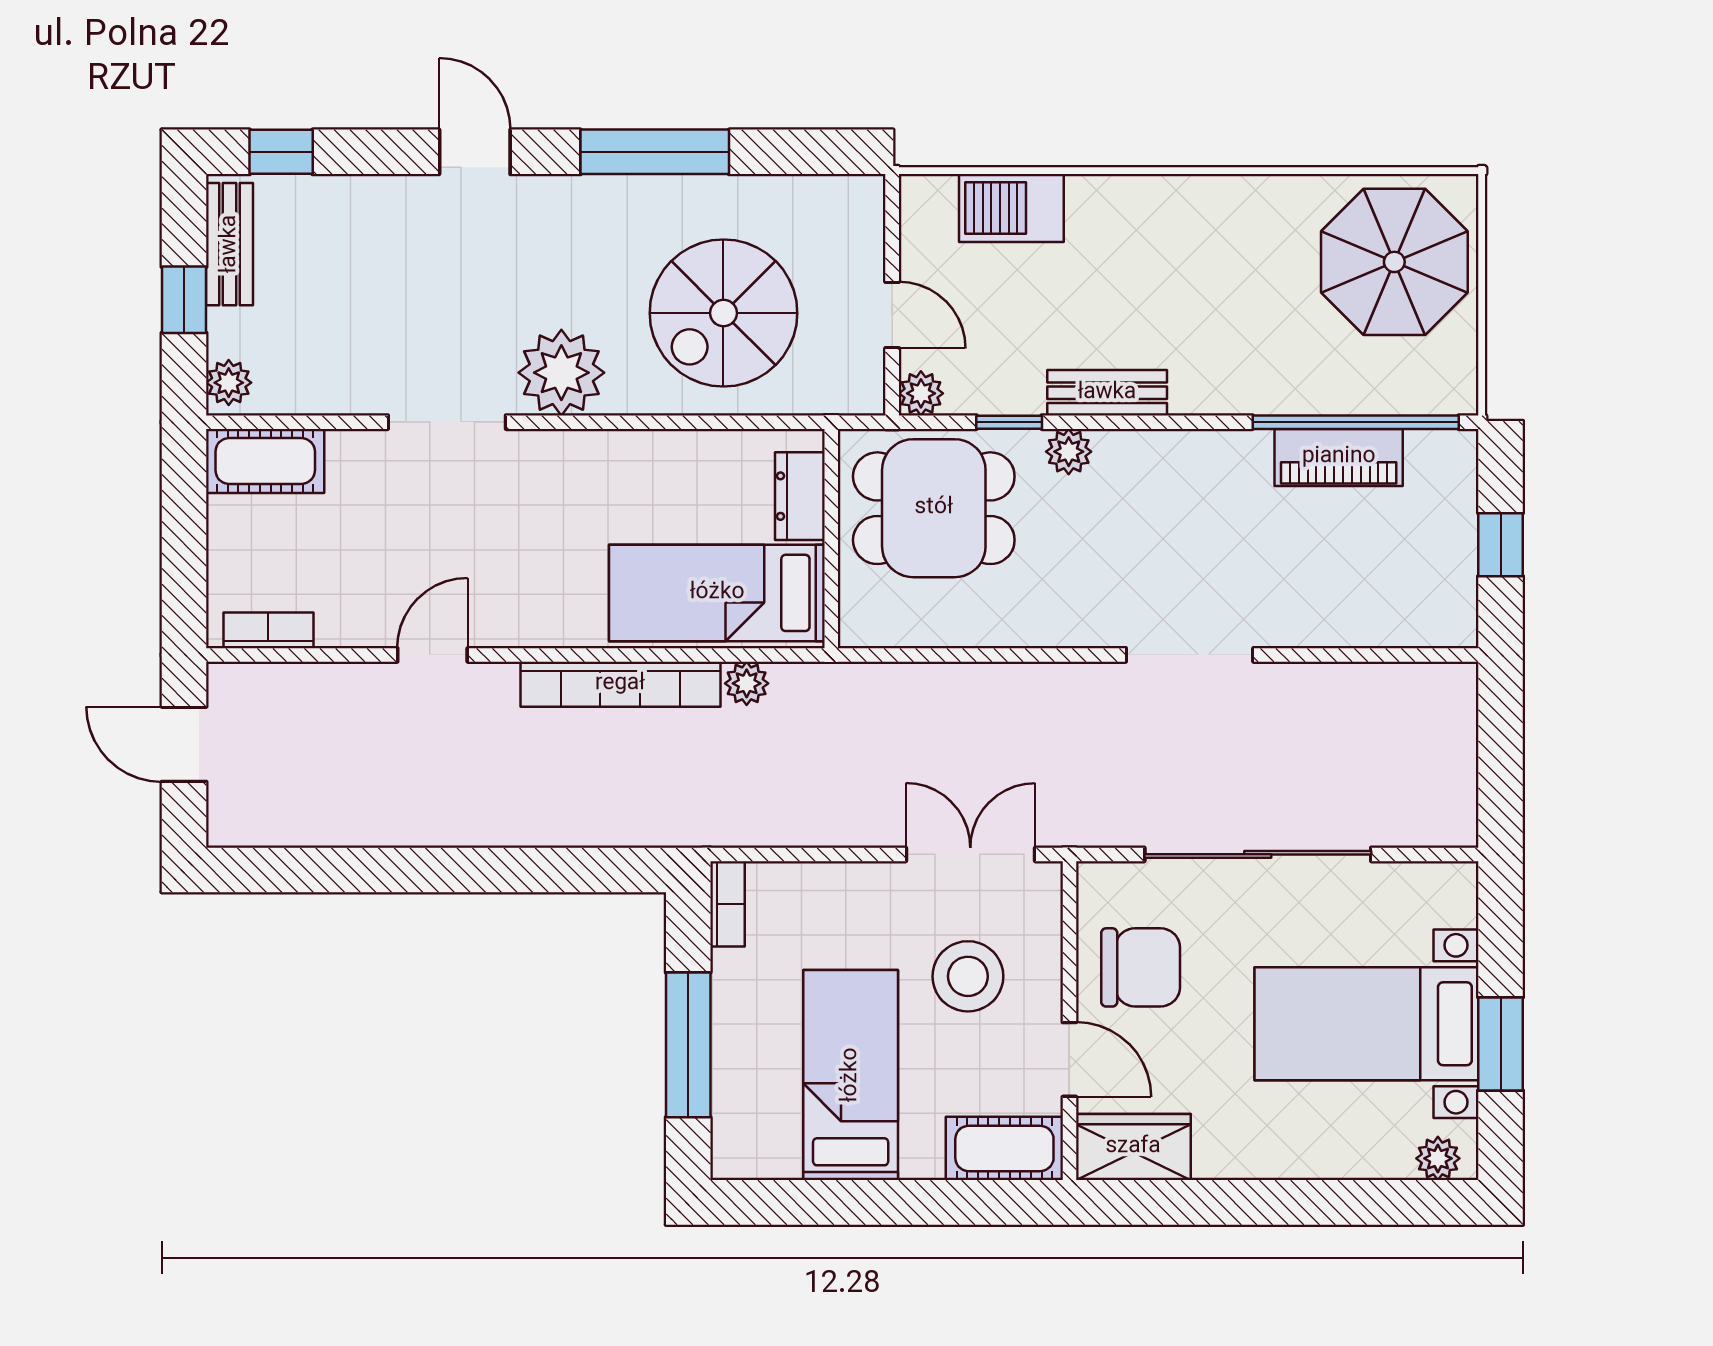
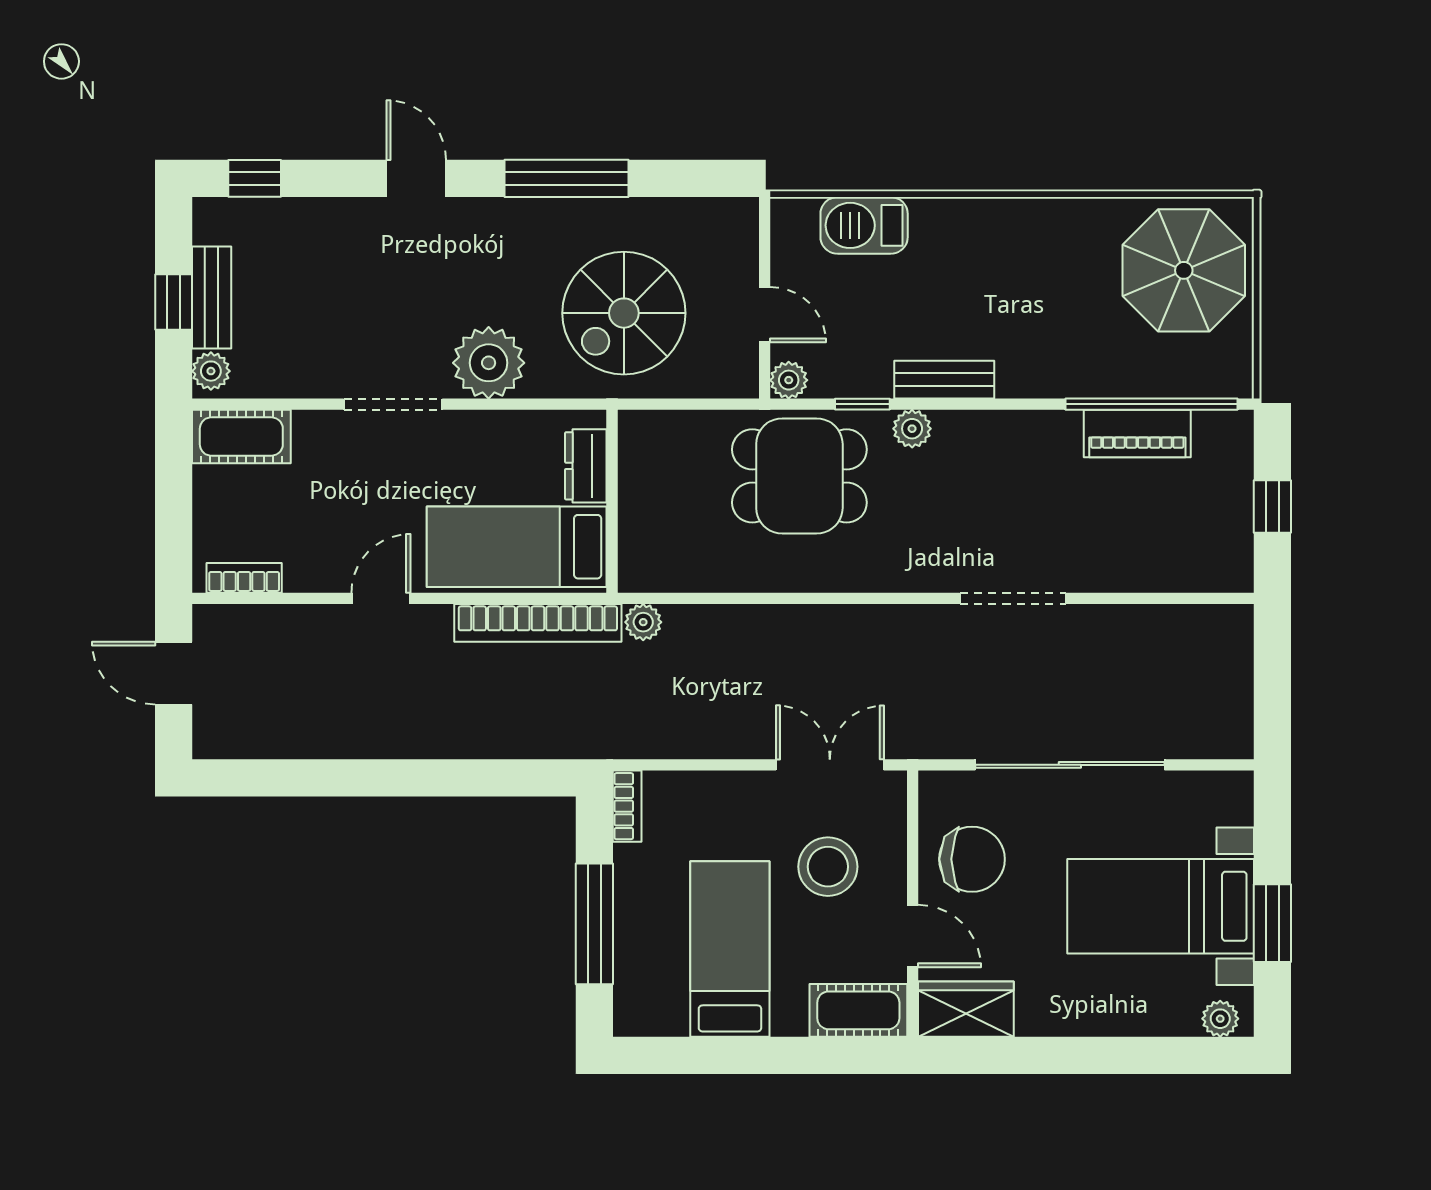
bench: (230, 244) -> (212, 297), moved
dresser: (800, 496) -> (586, 466), moved
wall: (831, 539) -> (612, 501), moved
bed: (717, 593) -> (517, 547), moved

